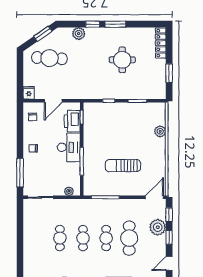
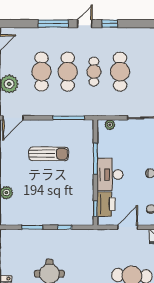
cafe table: (60, 238) -> (120, 72), width x1.37, depth x1.35
cafe table: (106, 238) -> (68, 72), width x1.37, depth x1.35

